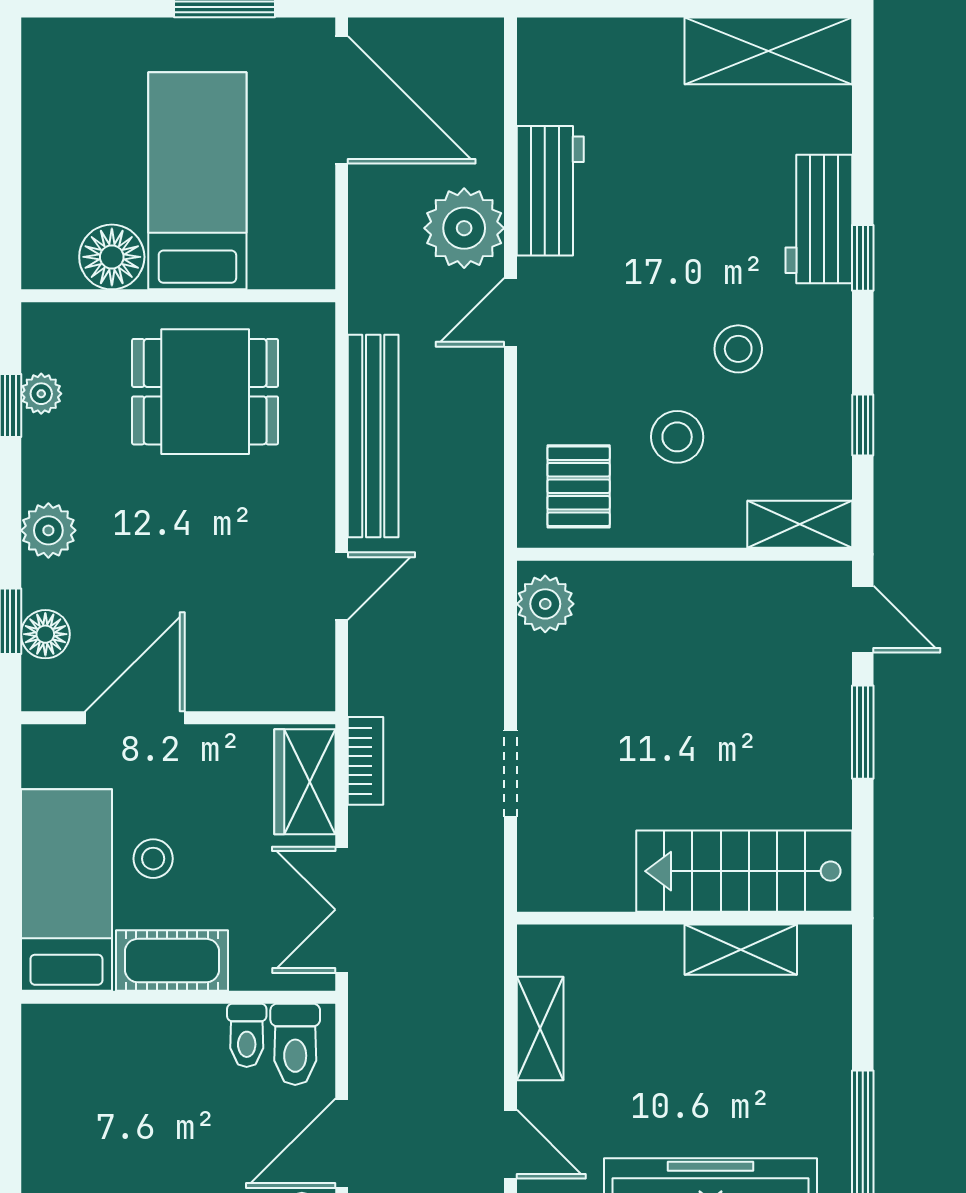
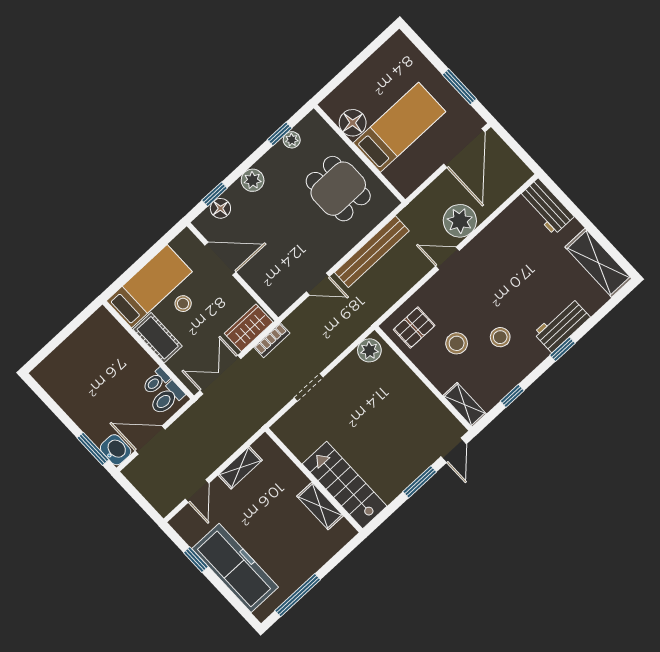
workbench: (550, 191) -> (546, 207), moved, turned 90

